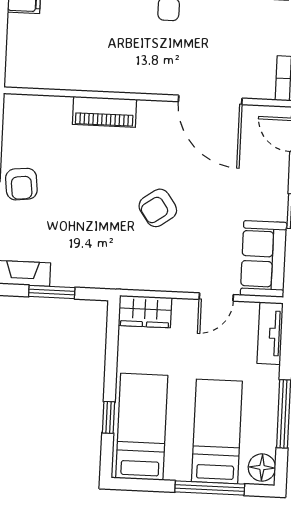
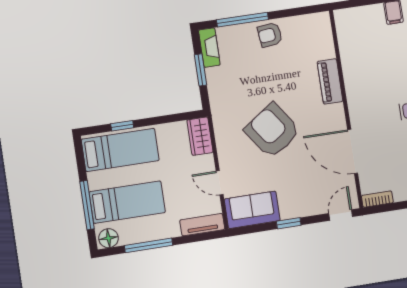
door: (210, 100) -> (353, 151), hinge flipped
armchair: (158, 208) -> (272, 131), width x1.88, depth x1.88

